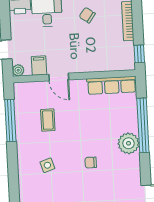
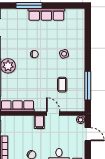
filing cabinet: (39, 66) -> (39, 122), moved

